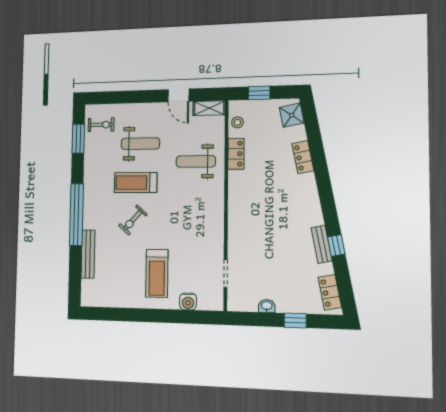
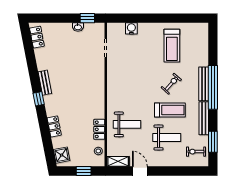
weight bench: (140, 144) -> (167, 137), turned 180
bench: (90, 171) -> (204, 118), added
bench: (322, 244) -> (45, 83), moved
window: (336, 246) -> (39, 99), moved
bench: (88, 254) -> (204, 84), moved
treadmill: (157, 273) -> (172, 46), moved, turned 180
window: (295, 320) -> (87, 18), moved

